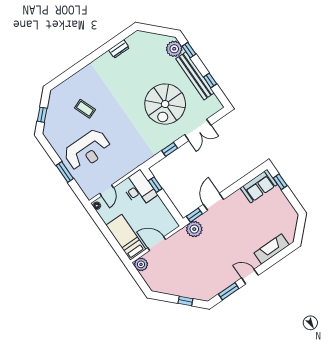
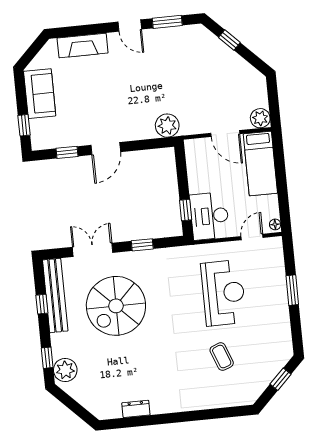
bench: (195, 76) -> (55, 295), moved
spiral stairs: (165, 104) -> (116, 306), turned 180
reception desk: (87, 150) -> (223, 293), moved, turned 90
sofa: (259, 186) -> (40, 94), moved, turned 90
door: (214, 202) -> (106, 149), moved
window: (194, 215) -> (67, 152), moved

